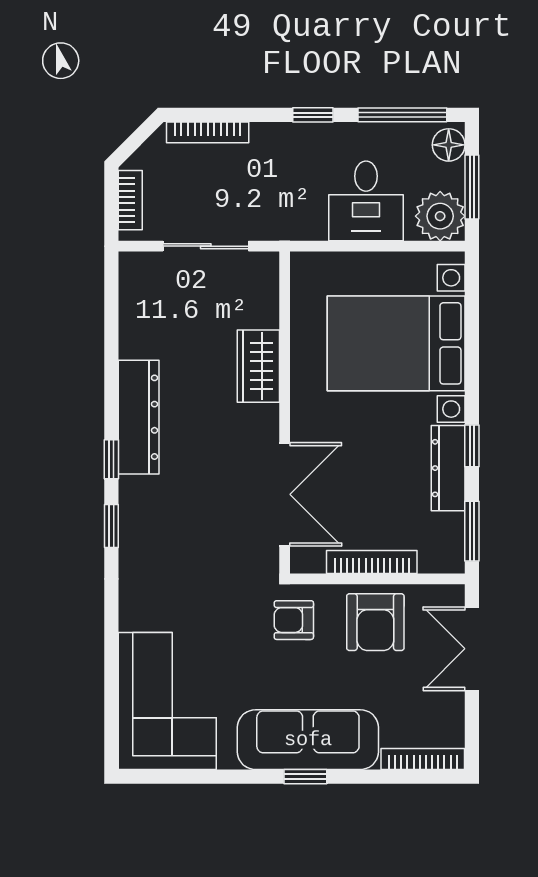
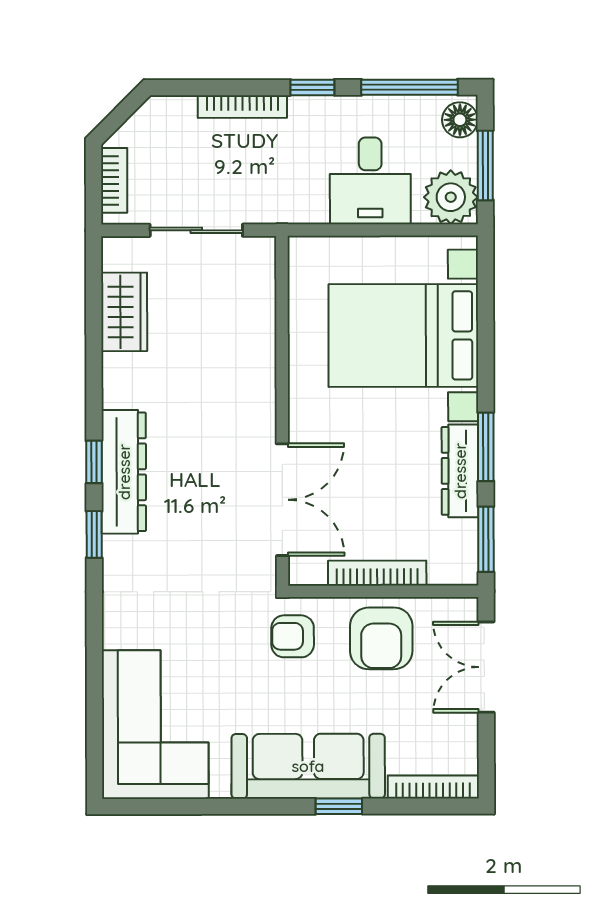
bookcase: (208, 132) -> (242, 107), moved
wardrobe: (258, 366) -> (124, 312), moved, turned 180
dresser: (139, 417) -> (124, 472), moved
window: (472, 446) -> (486, 447), width x1.50
window: (305, 777) -> (339, 806), moved

